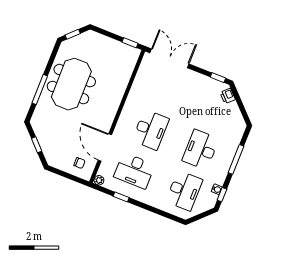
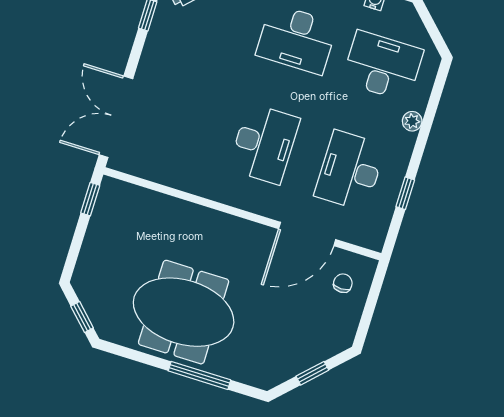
desk: (151, 130) -> (264, 144), turned 90
desk: (134, 171) -> (350, 171), turned 180
plant: (99, 180) -> (412, 121), moved

